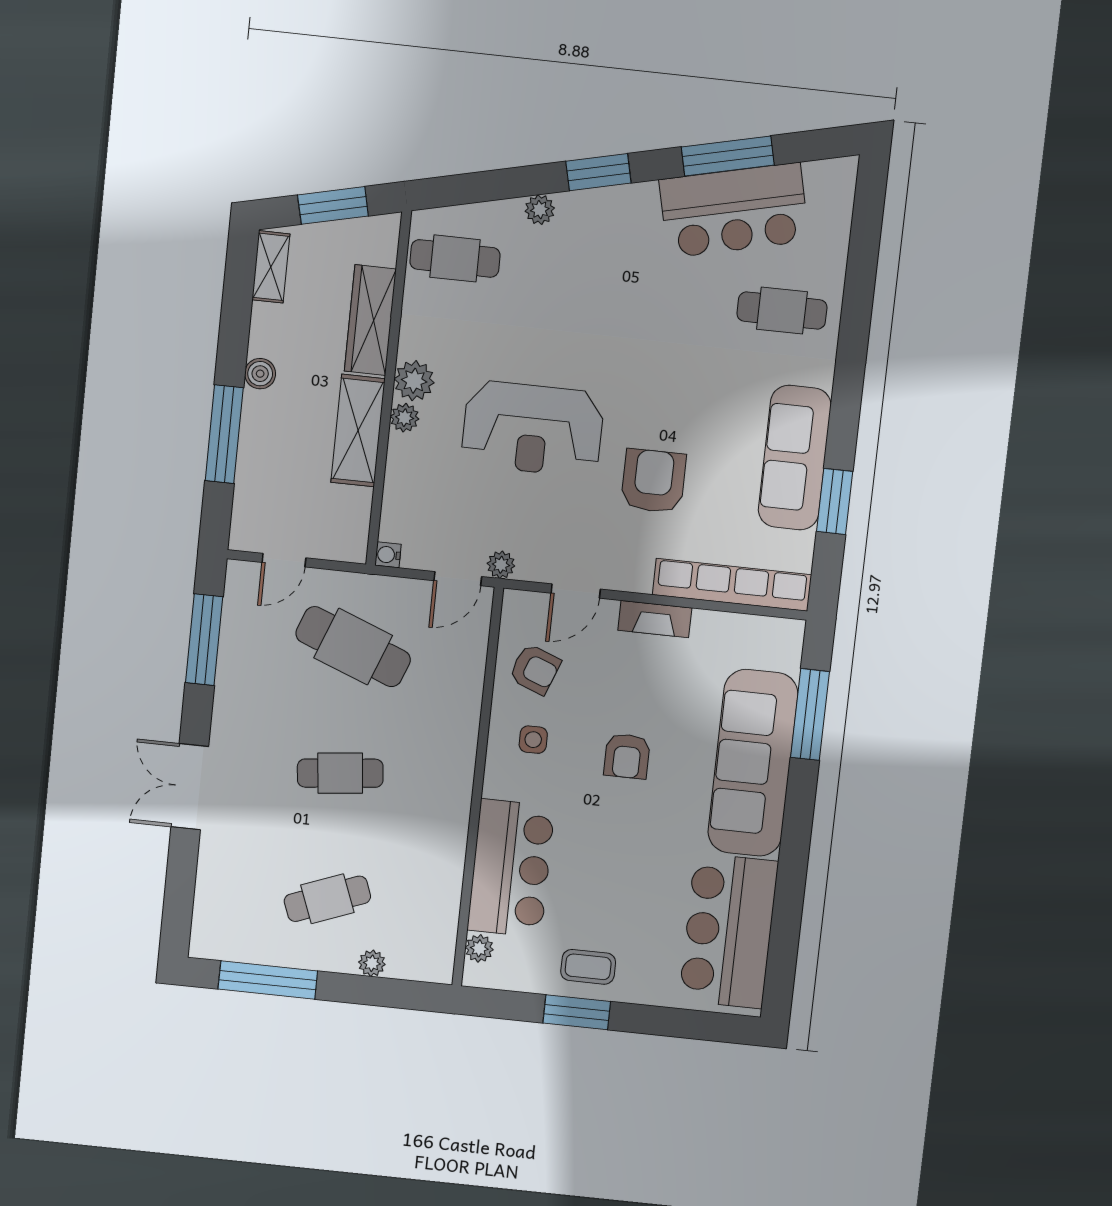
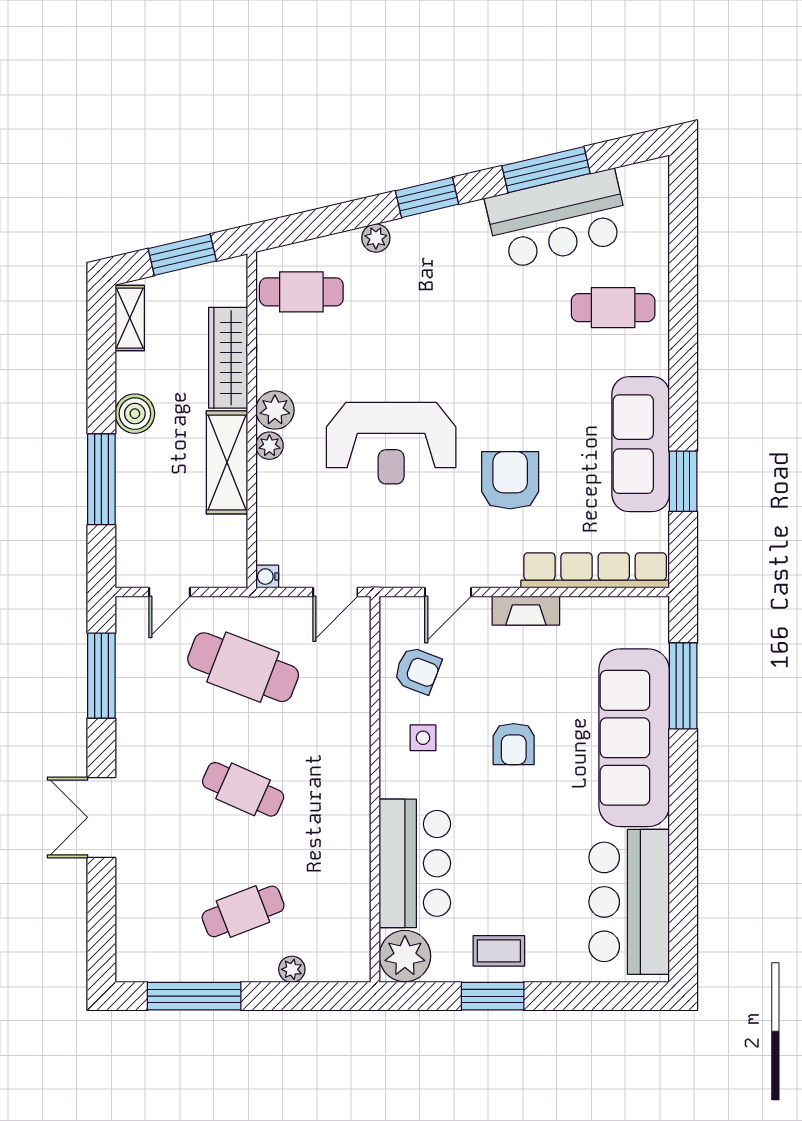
boiler: (260, 374) -> (135, 414), width x1.36, depth x1.36
plant: (501, 565) -> (375, 575), removed
cafe table: (340, 773) -> (243, 789), turned 30
plant: (479, 948) -> (405, 956), width x1.87, depth x1.87

